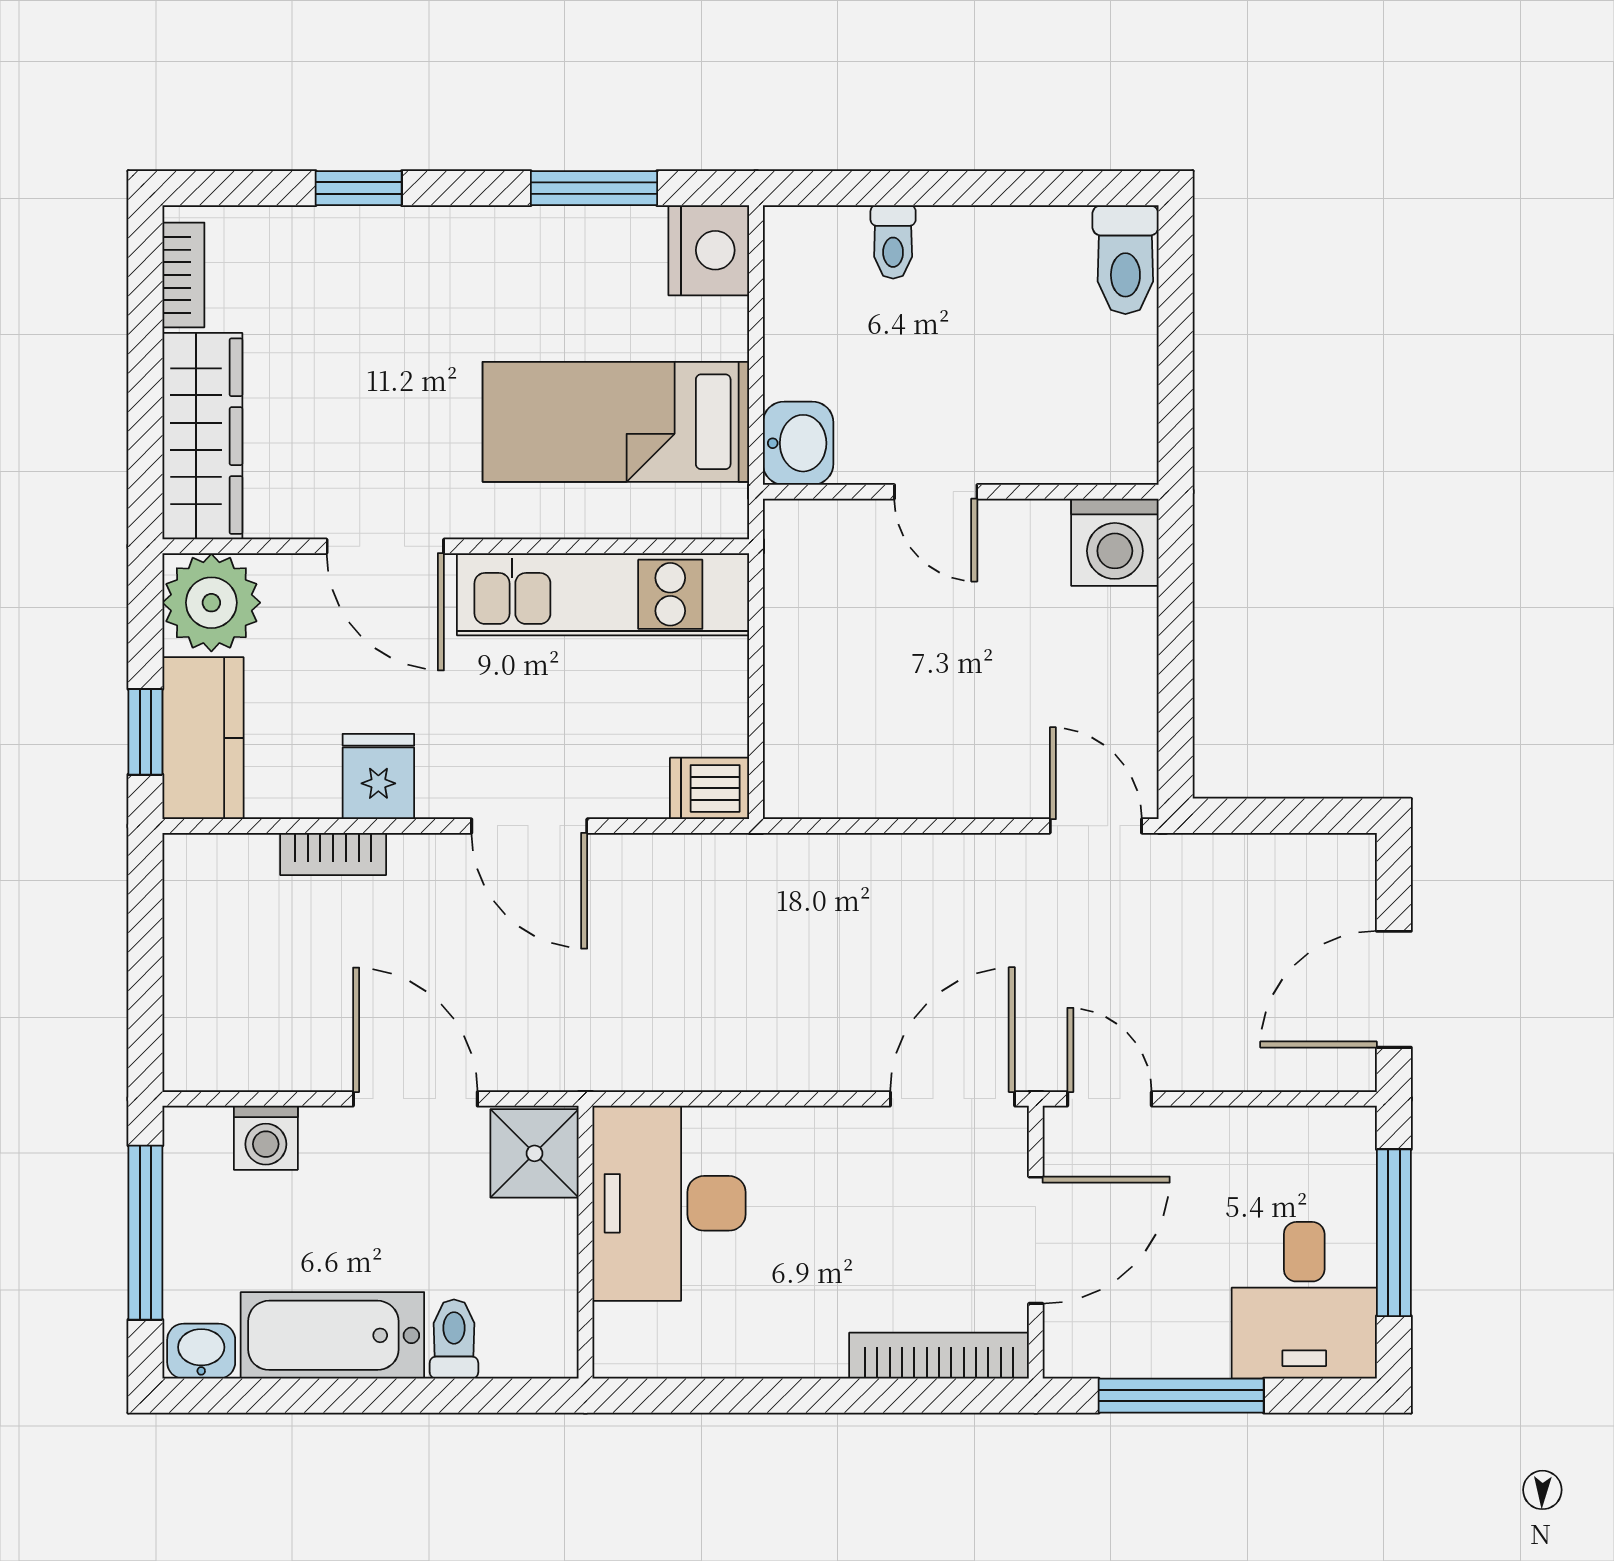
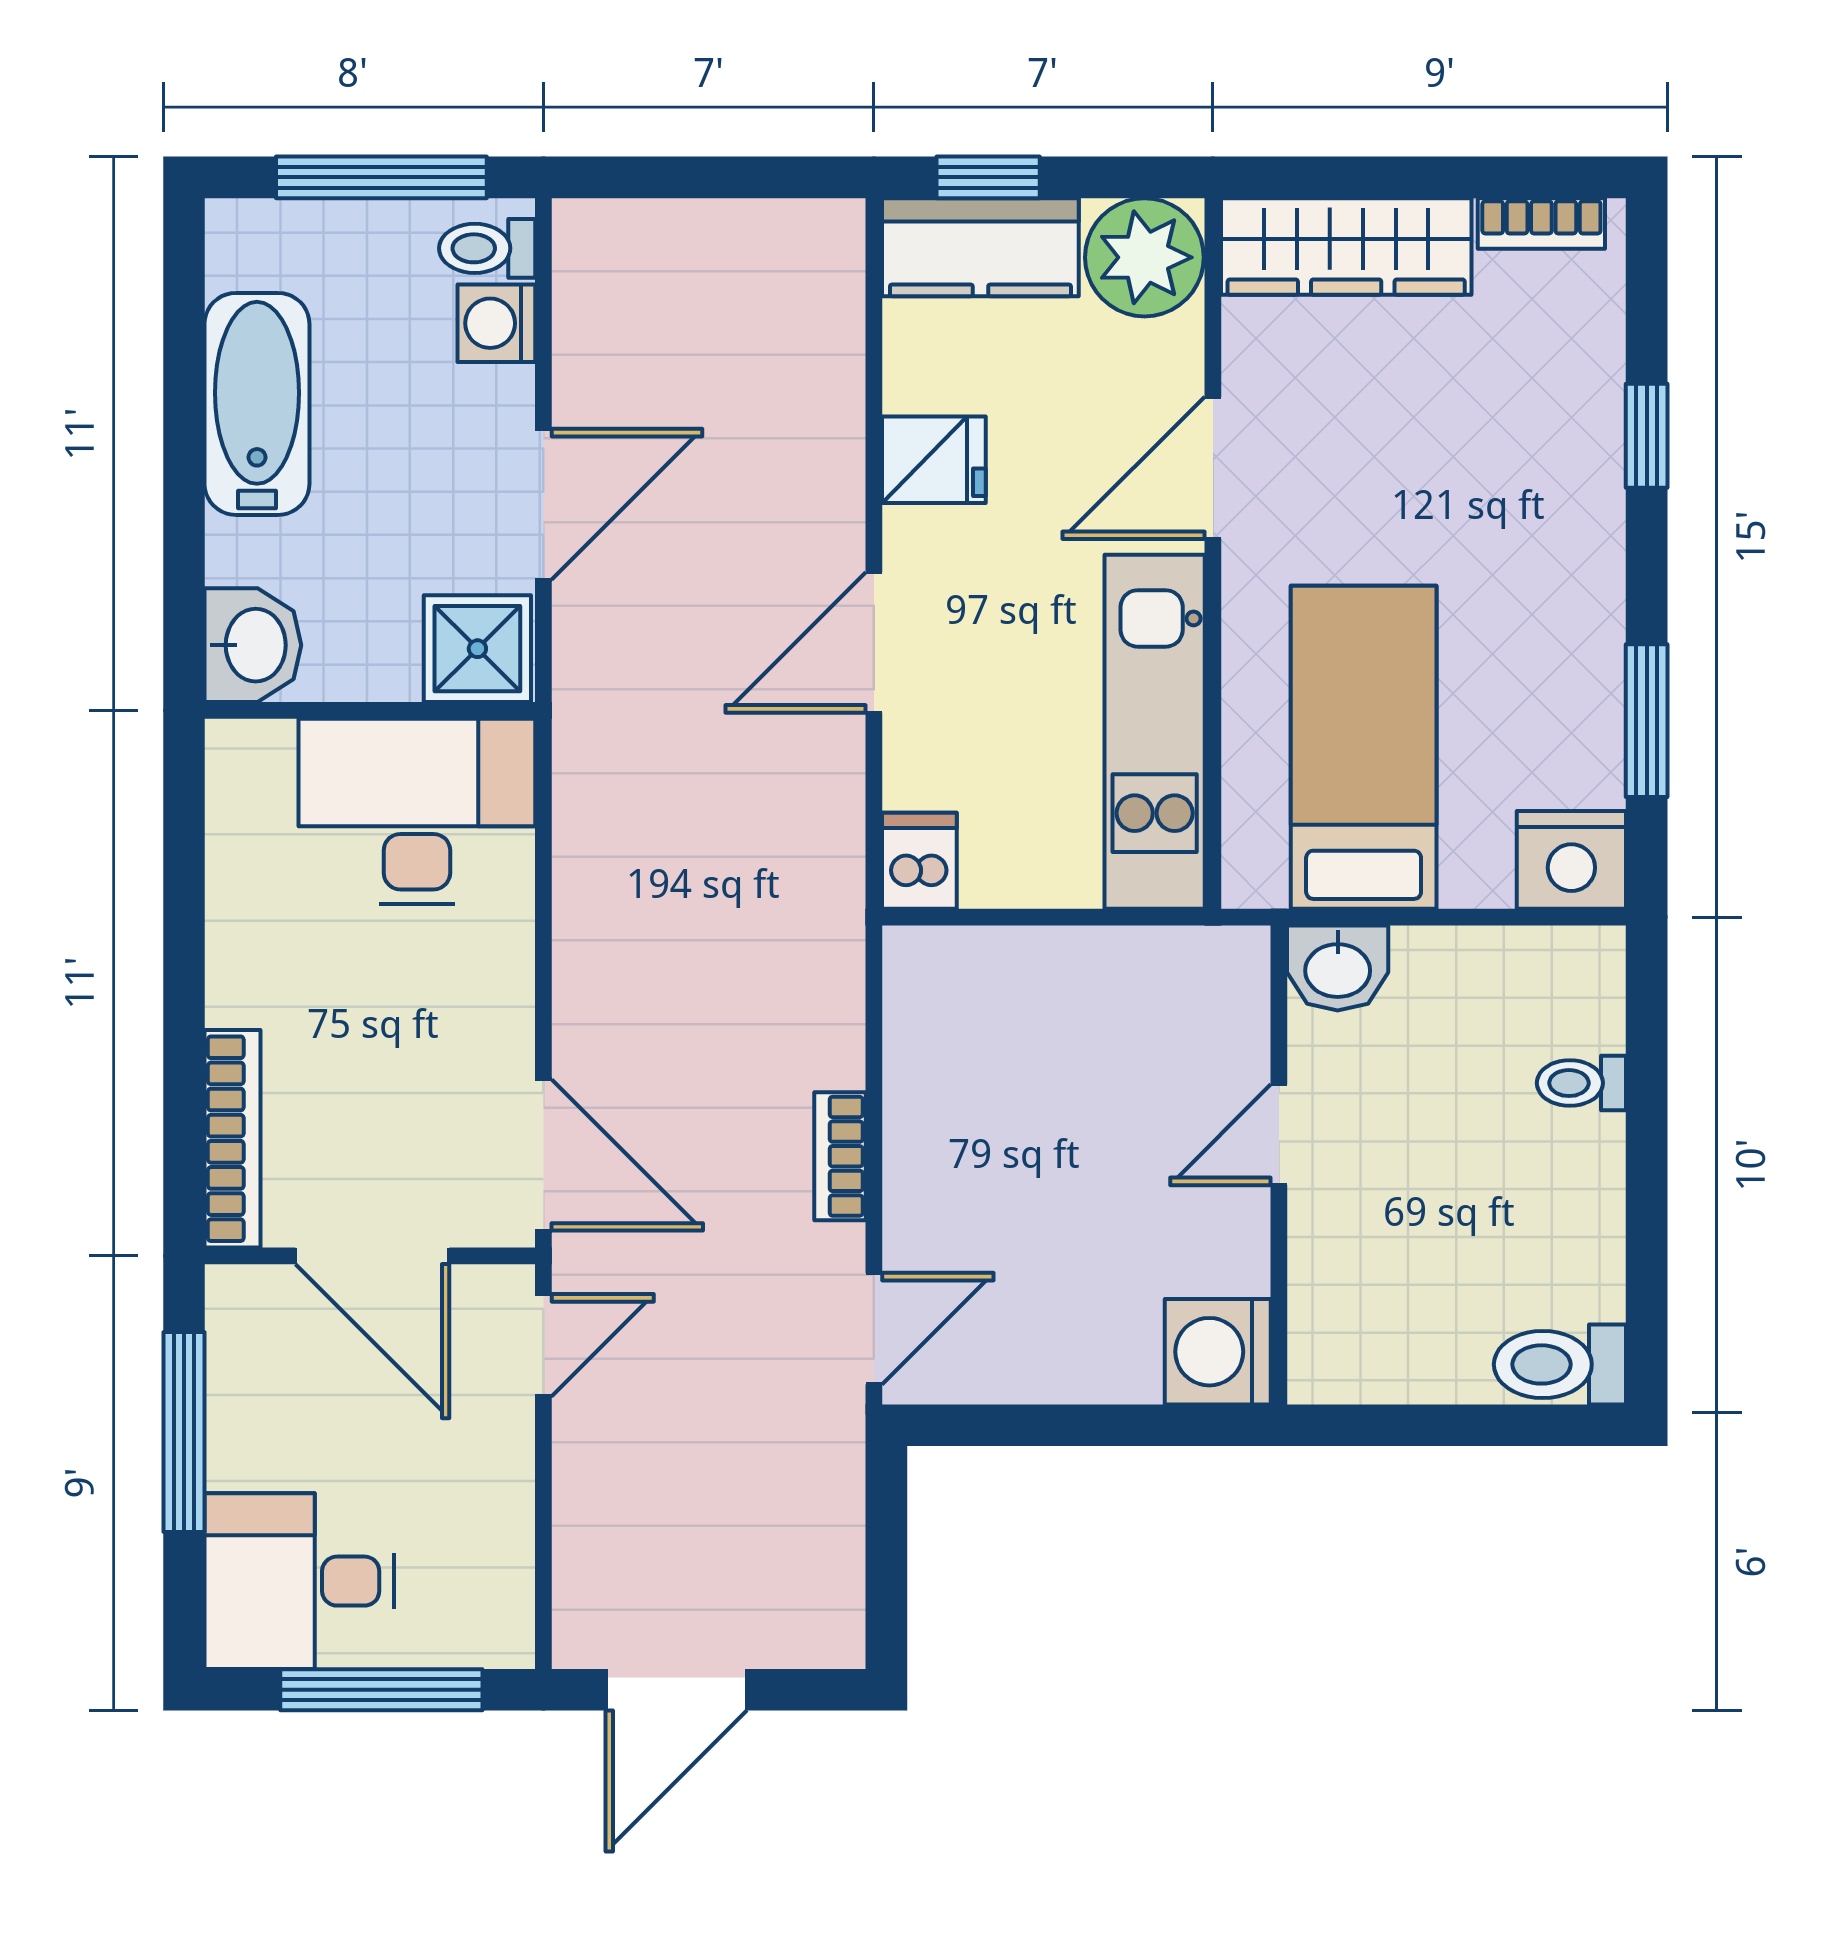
bookcase: (333, 854) -> (840, 1156), moved
door: (1394, 989) -> (676, 1690), swing flipped
toilet: (454, 1339) -> (487, 248), moved, turned 180
washbasin: (201, 1351) -> (253, 645), moved, width x1.38, depth x1.45

